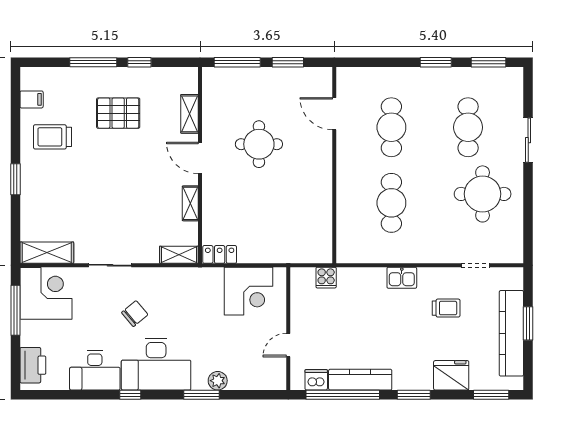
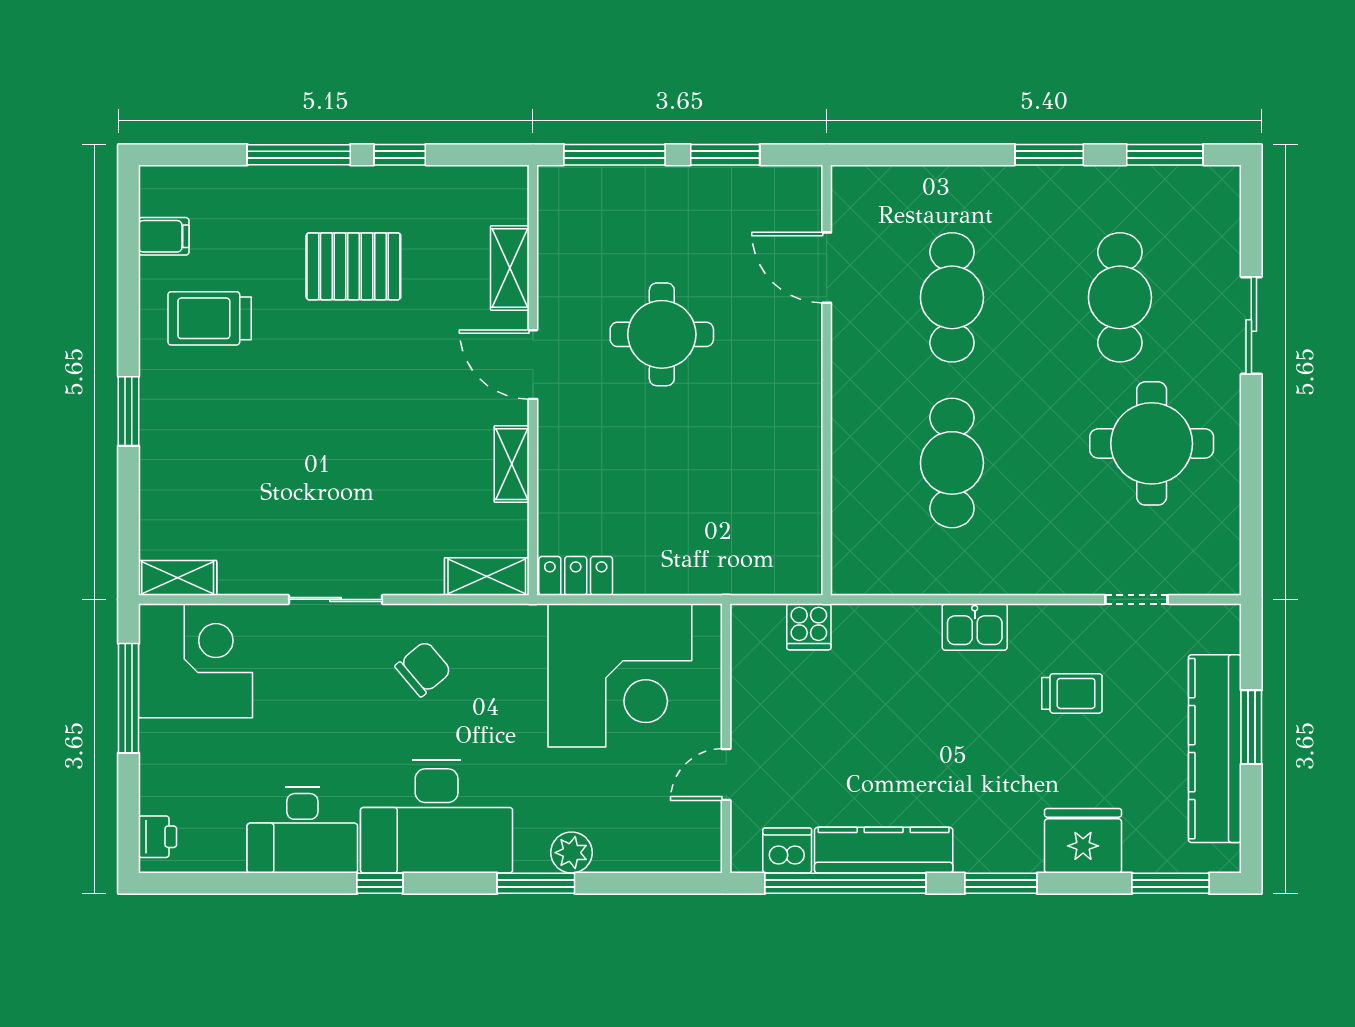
shelving: (47, 253) -> (178, 578), width x0.67, depth x0.75
corner desk: (248, 291) -> (620, 675), width x1.36, depth x1.36
chair: (135, 314) -> (423, 669), moved
printer: (33, 365) -> (158, 837), width x0.53, depth x0.68

